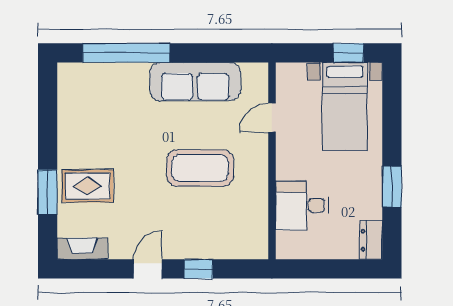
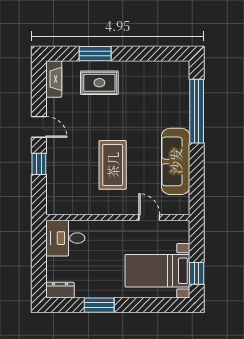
rug: (87, 186) -> (99, 83), turned 90
desk: (302, 205) -> (65, 238), moved, turned -90

